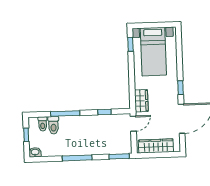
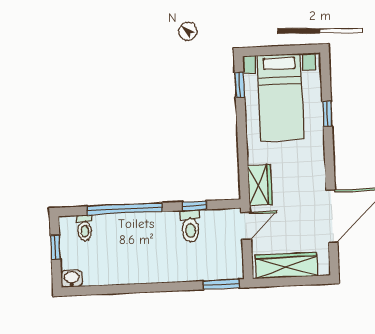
window: (180, 88) -> (327, 114), moved
window: (65, 113) -> (125, 209), width x1.46
toilet: (53, 125) -> (190, 226), moved
window: (77, 158) -> (147, 288), removed

